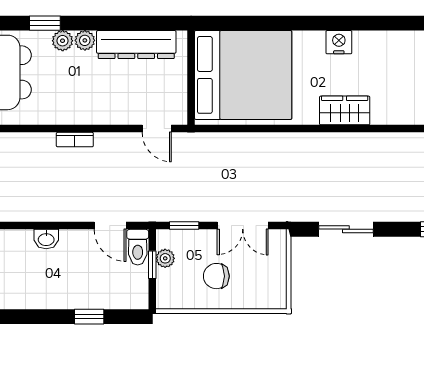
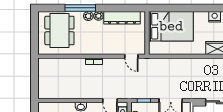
window: (45, 23) -> (80, 8), width x2.17
bed: (243, 75) -> (171, 26), width x0.73

